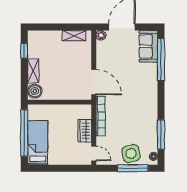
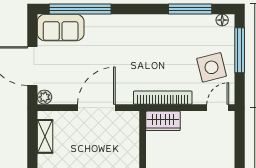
door: (94, 82) -> (96, 108), moved
wardrobe: (85, 131) -> (163, 121), moved
side table: (131, 153) -> (212, 67), moved

